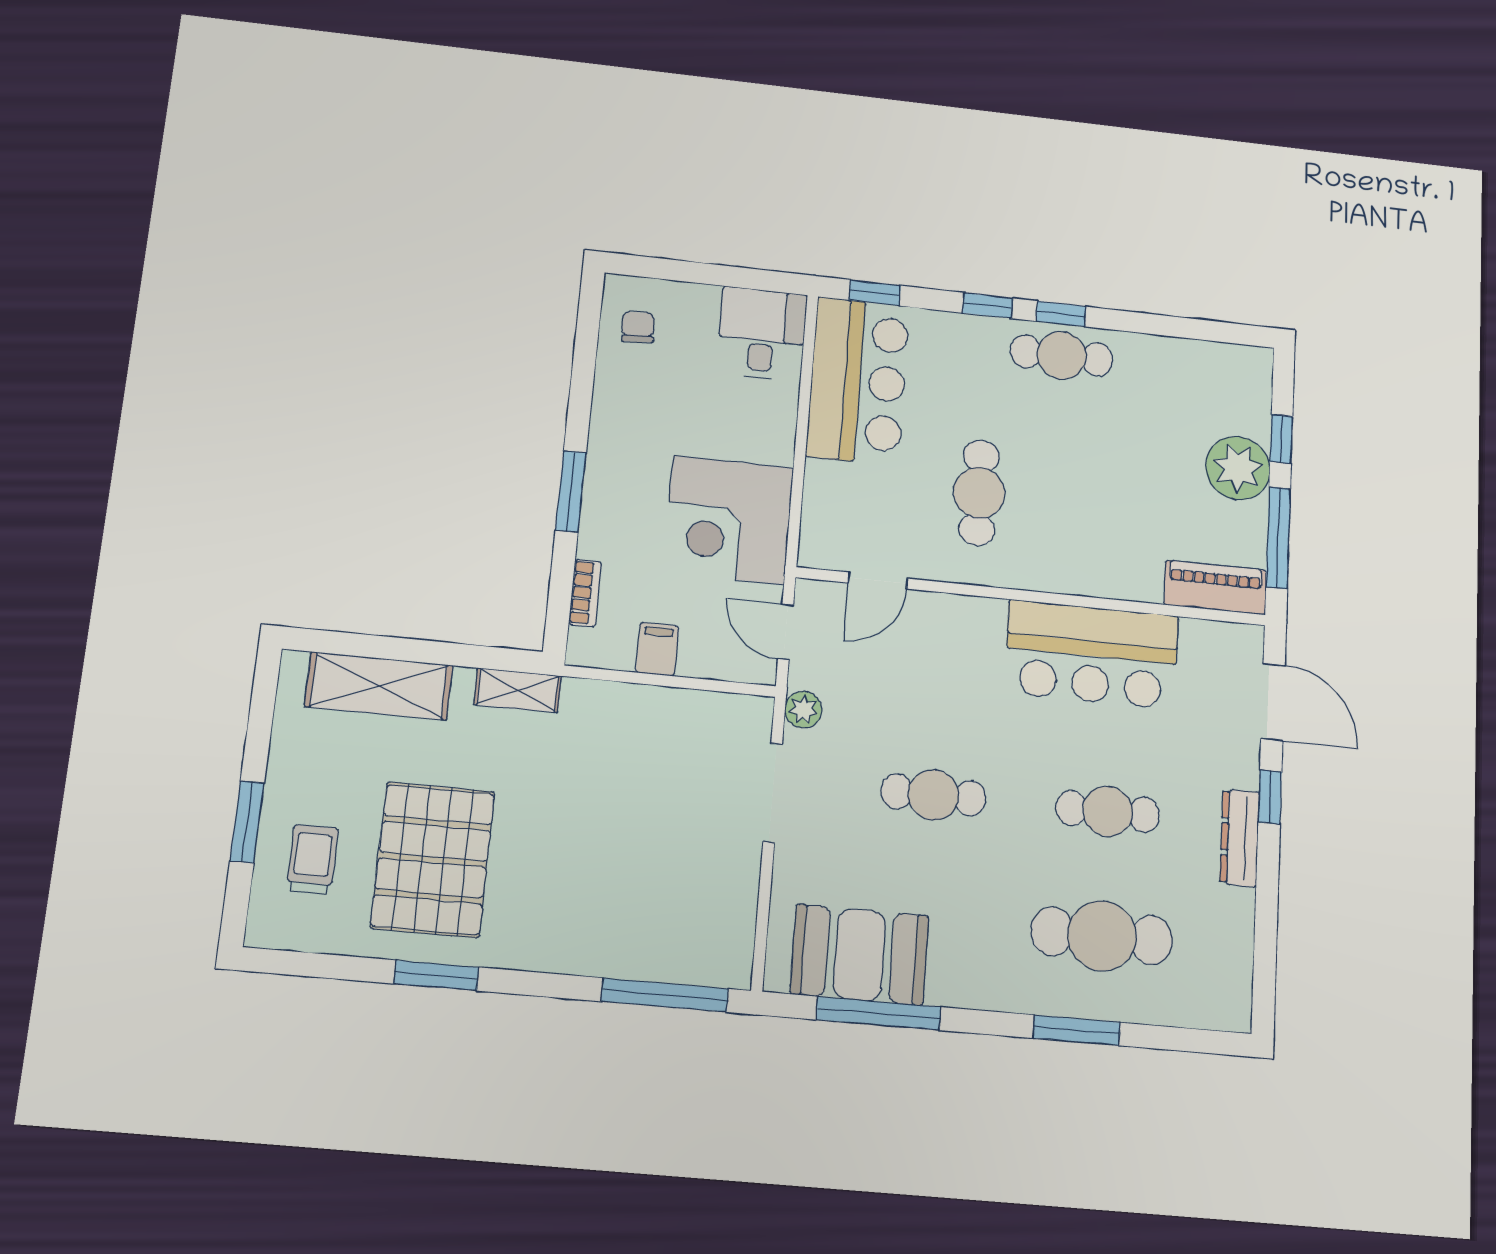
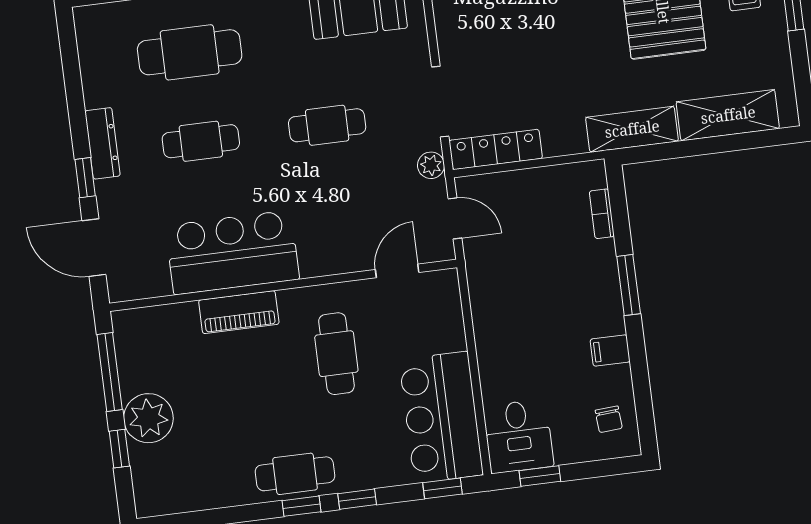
window: (745, 278) -> (540, 476), added
corner desk: (729, 520) -> (513, 291), removed
piano: (1215, 587) -> (239, 312), moved
filing cabinet: (657, 649) -> (610, 350), moved, turned 90
shelving: (518, 690) -> (632, 129), width x1.50, depth x1.33
locker: (711, 711) -> (496, 149), added

